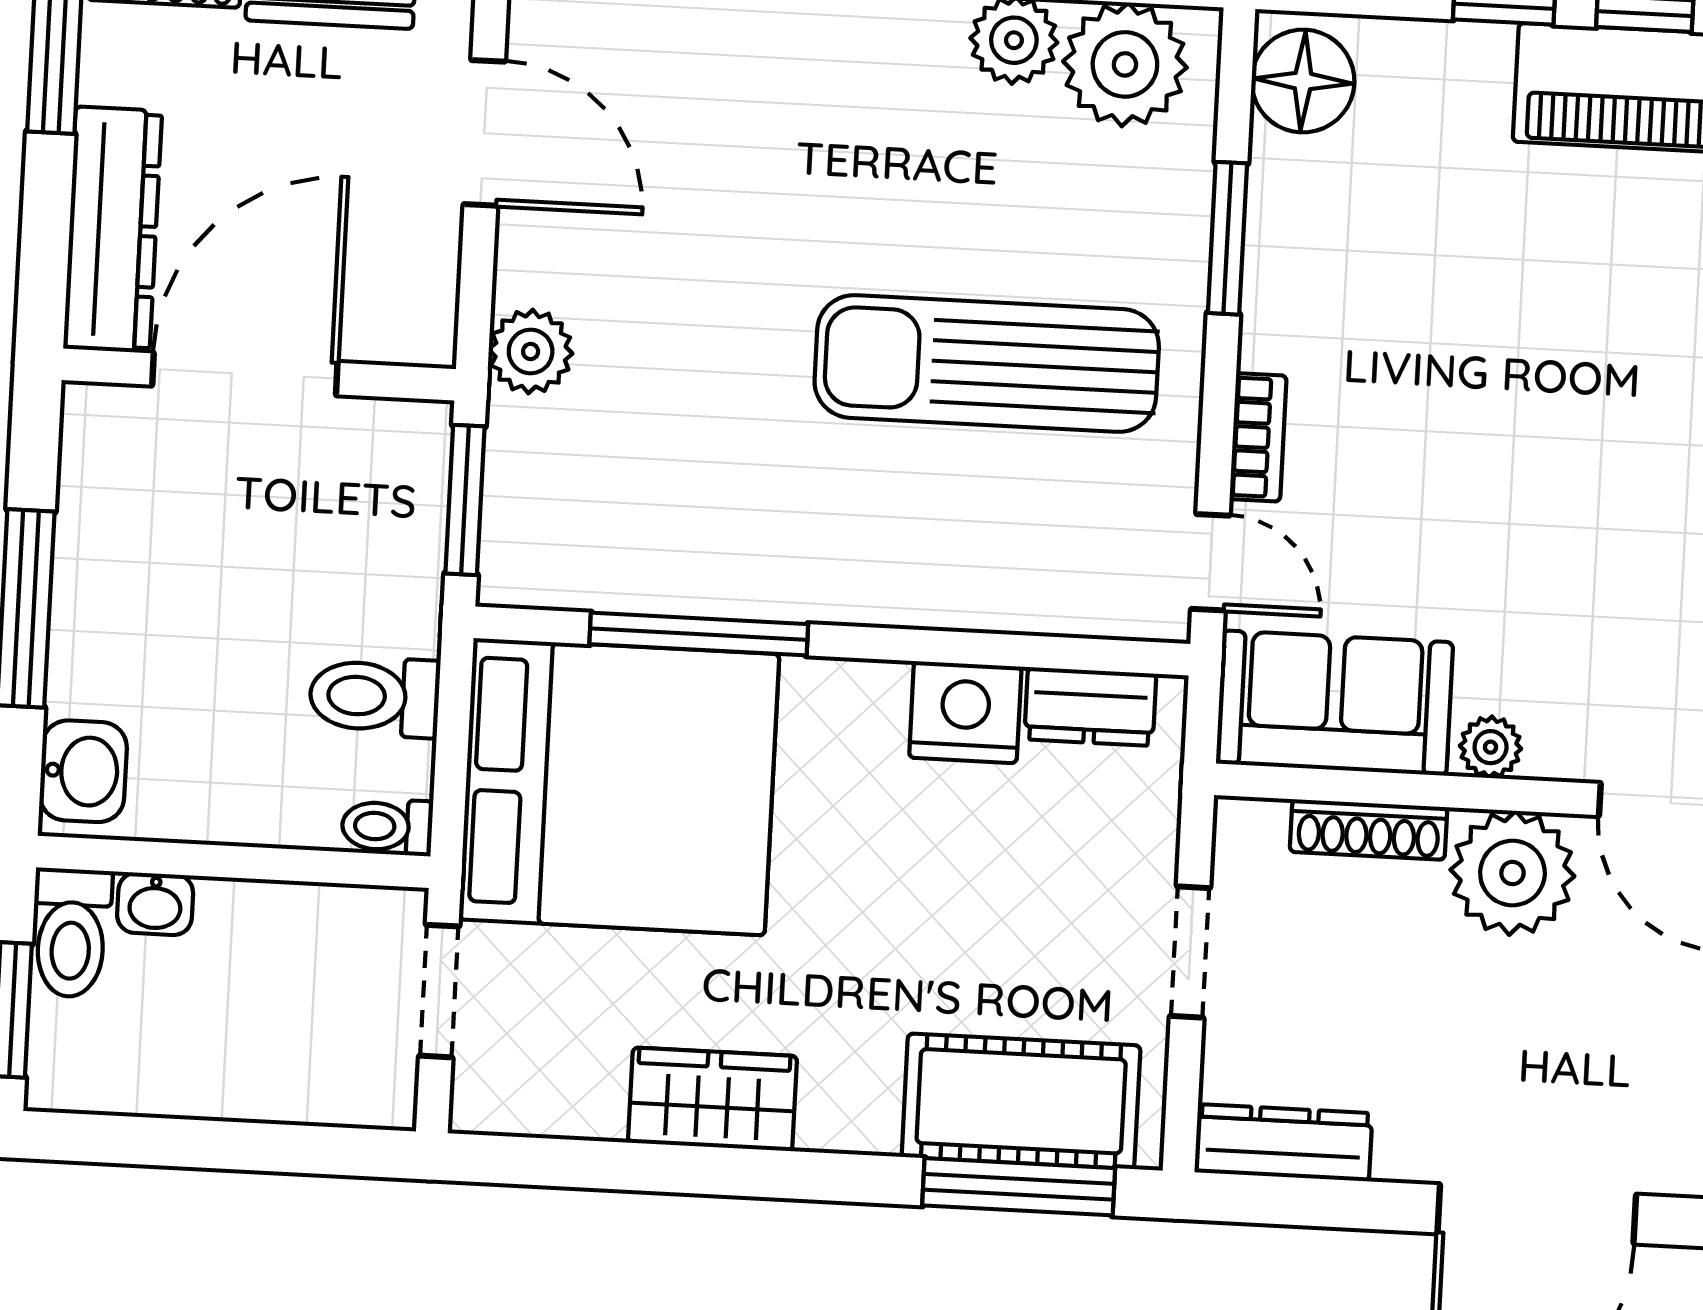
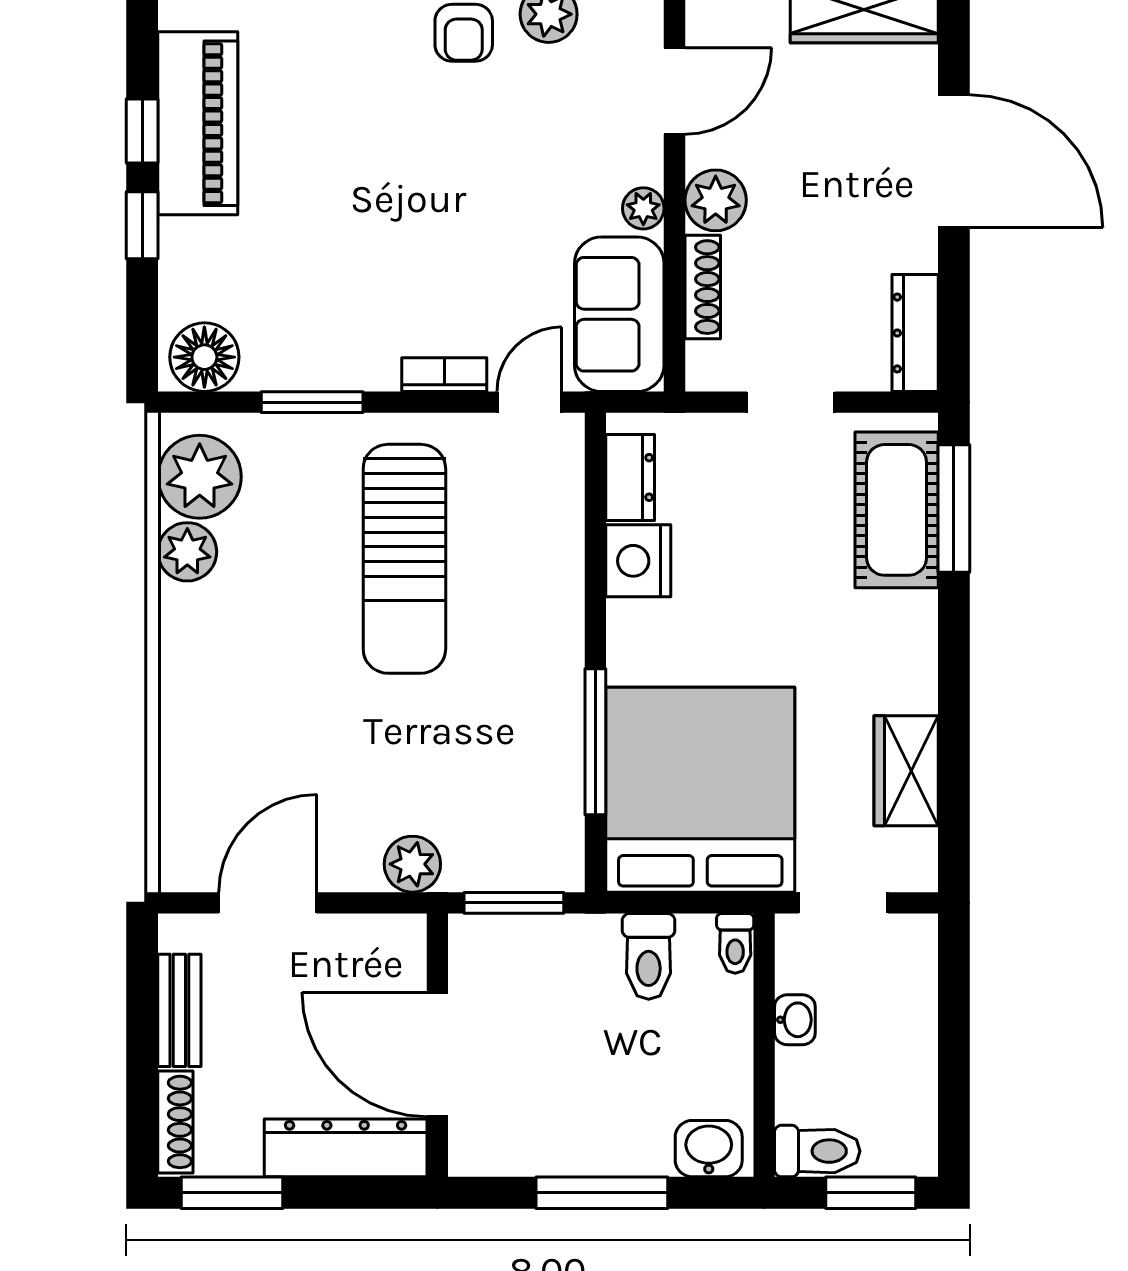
plant: (1512, 873) -> (716, 200), width x0.73, depth x0.73
washbasin: (155, 904) -> (795, 1020), moved
wardrobe: (712, 1099) -> (906, 771), moved

